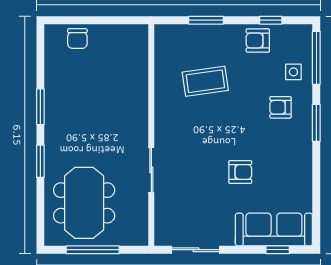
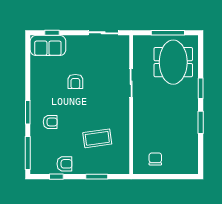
chair: (77, 39) -> (155, 159), moved
side table: (293, 72) -> (42, 144), removed
armchair: (240, 172) -> (75, 82), turned -90
sofa: (274, 230) -> (48, 45), width x0.73

